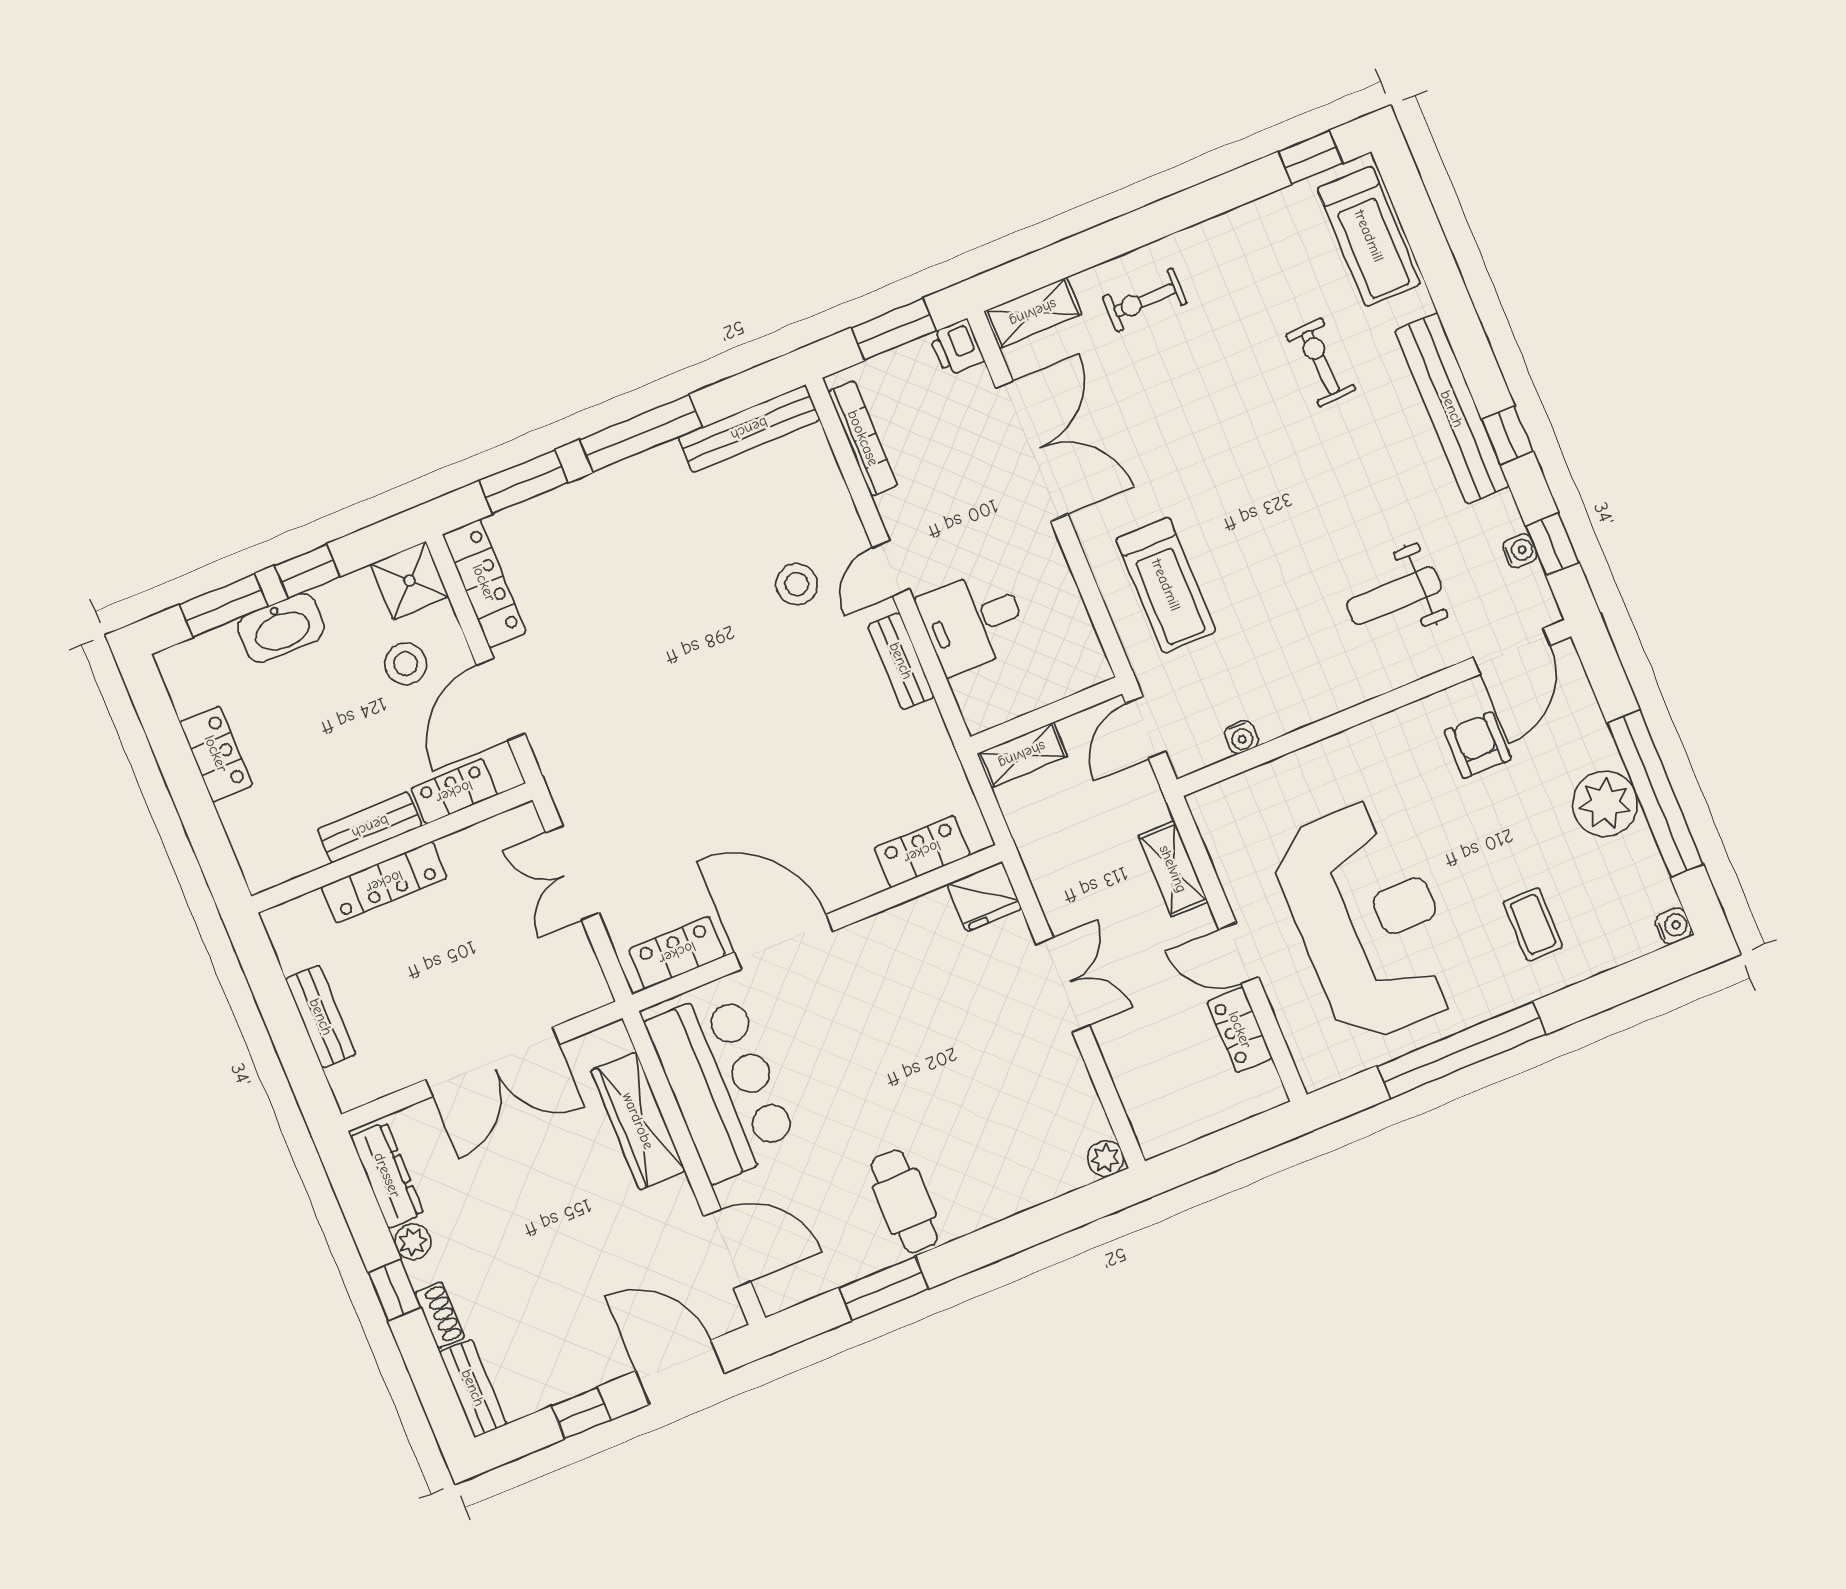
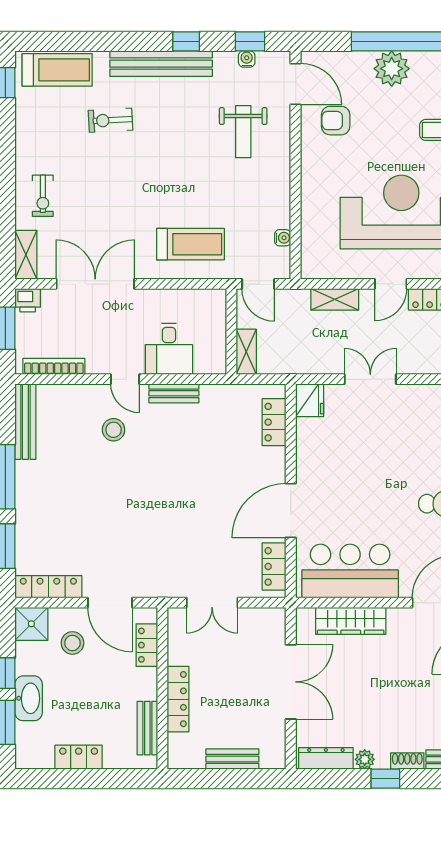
bench: (370, 827) -> (147, 728), moved

